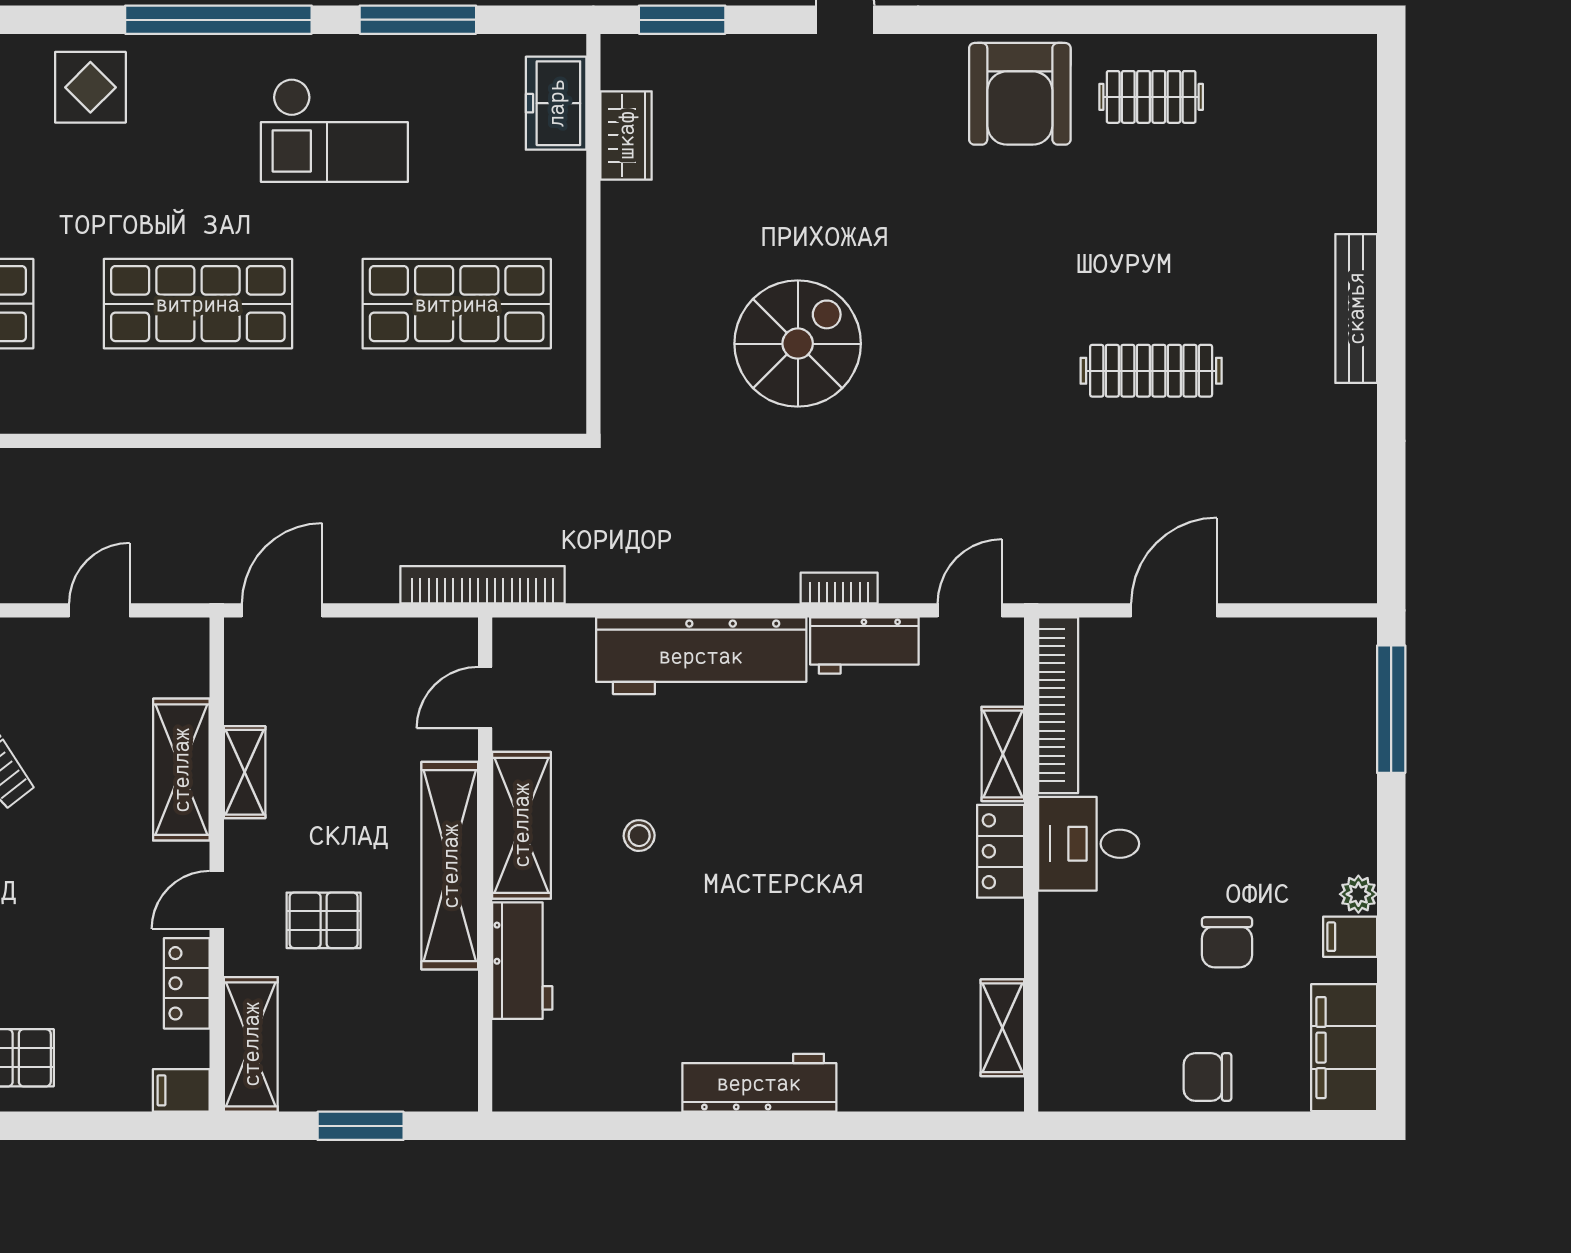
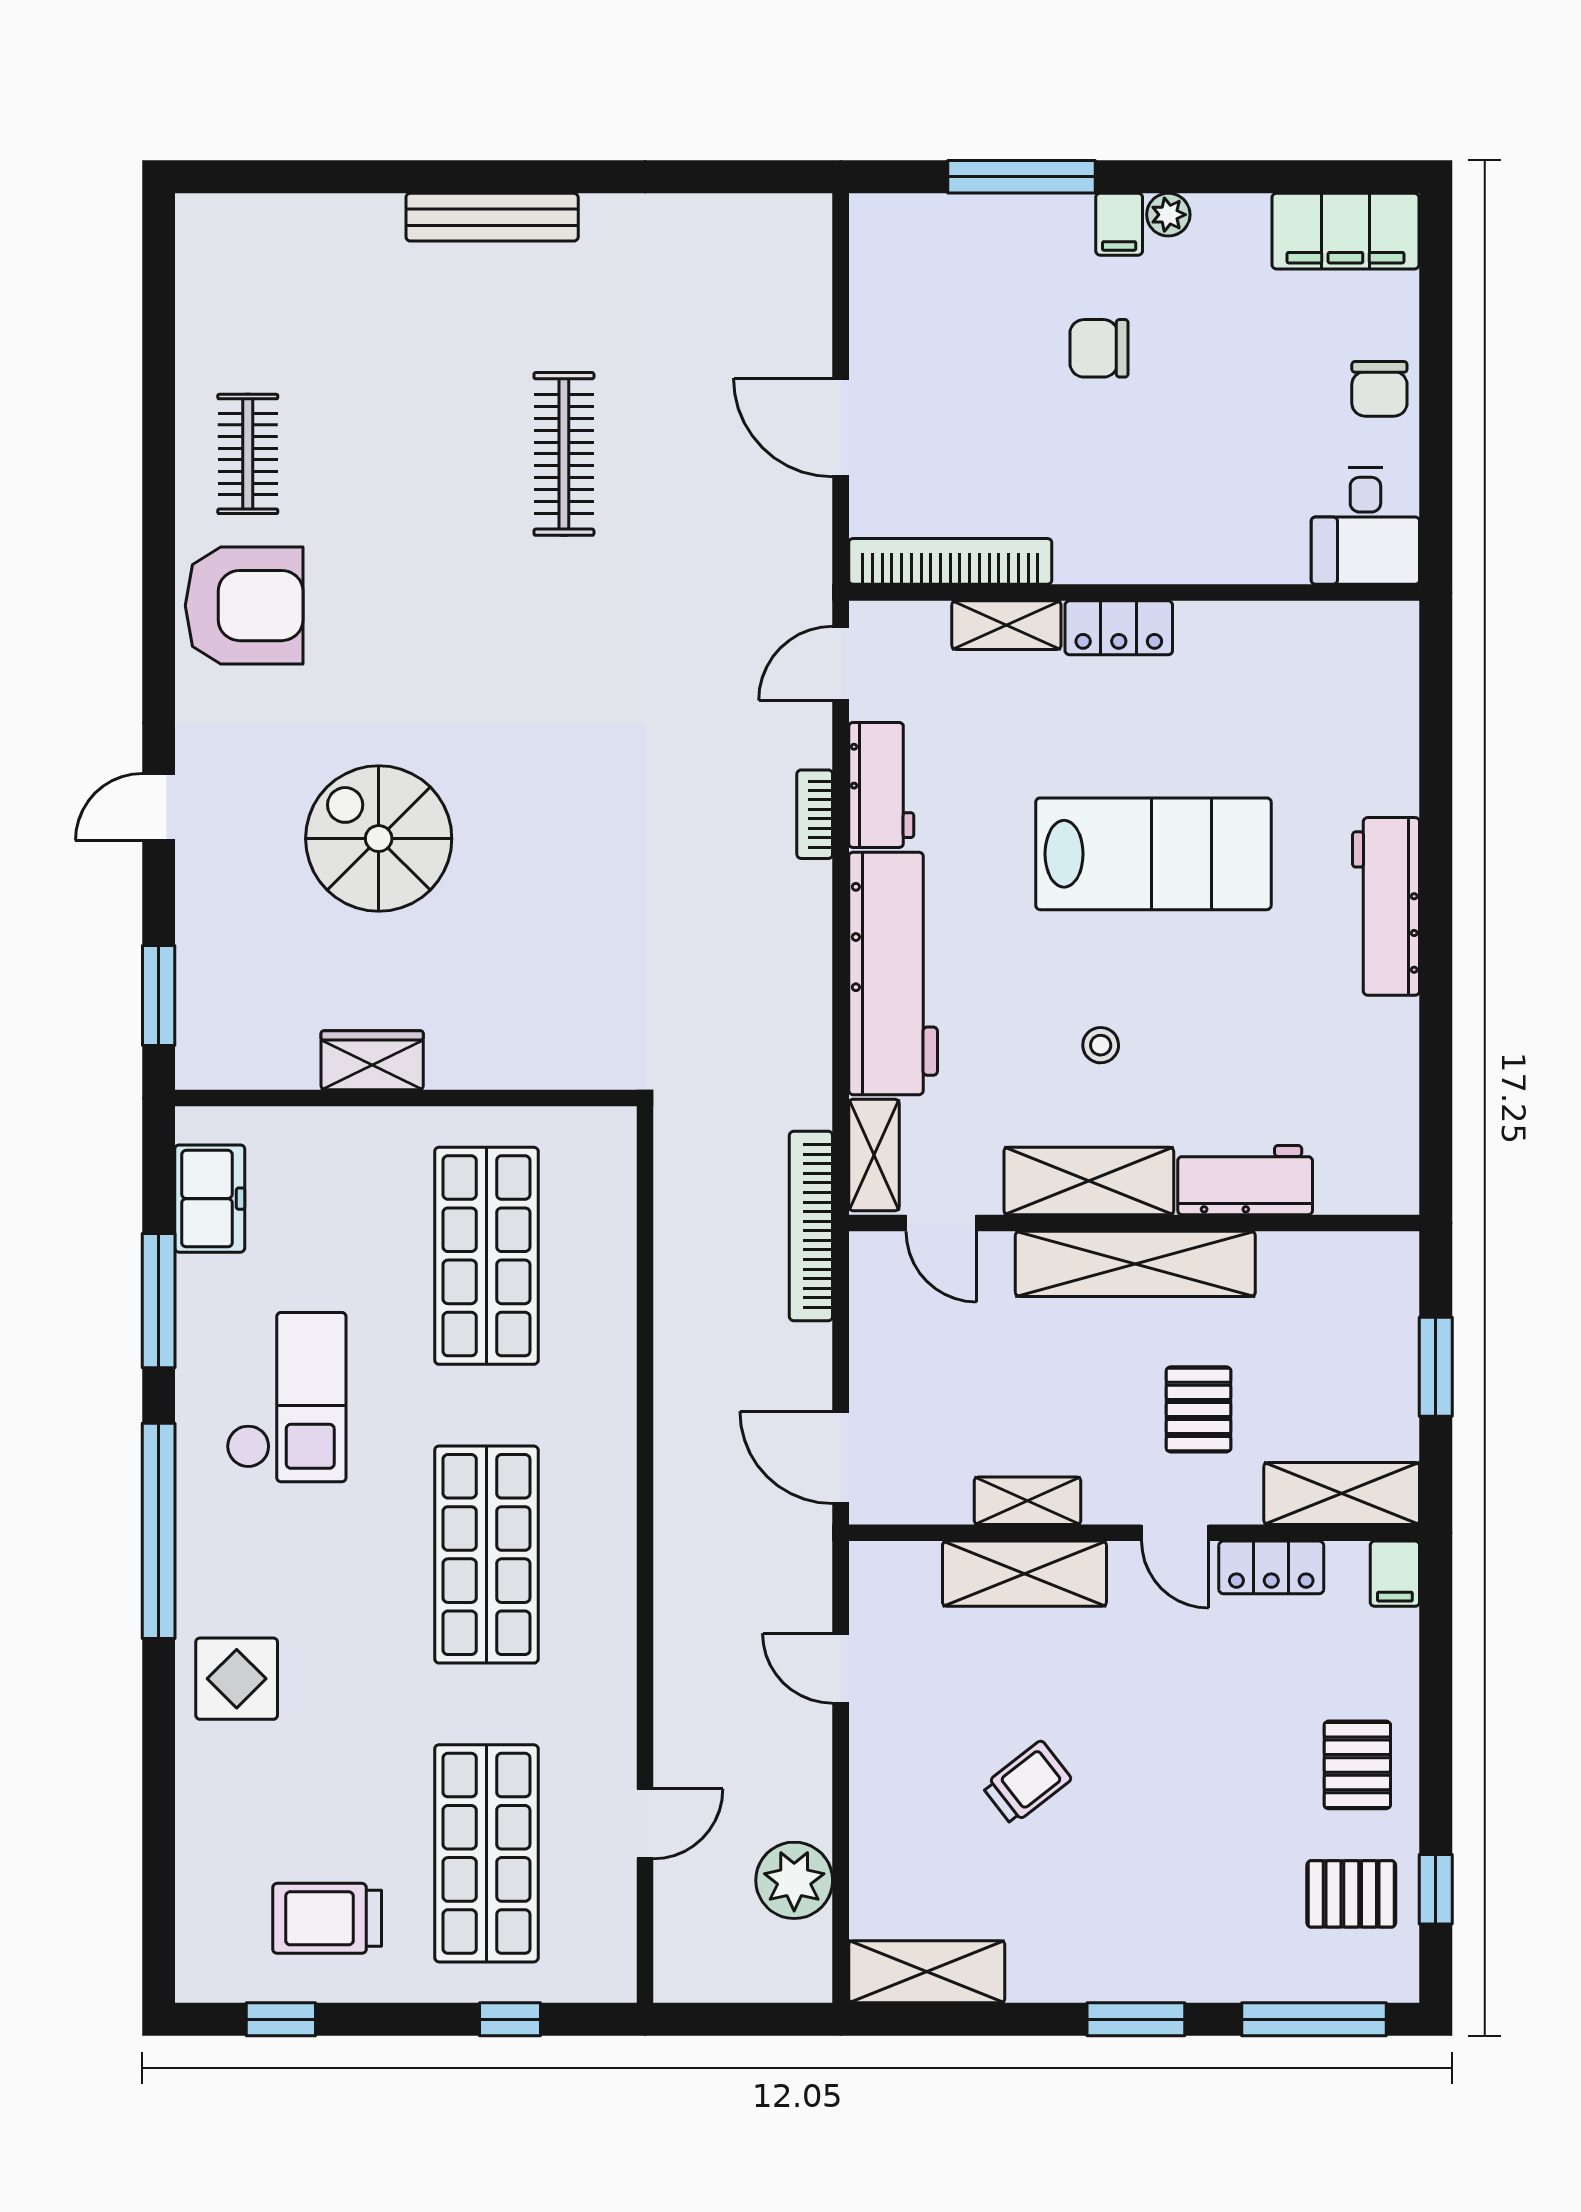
freezer: (556, 103) -> (210, 1199), moved, turned -90
wardrobe: (626, 135) -> (372, 1060), moved
spiral stairs: (798, 344) -> (379, 839), moved
door: (970, 610) -> (841, 663), hinge flipped
window: (1391, 709) -> (1022, 177), moved
desk: (1089, 844) -> (1365, 526), moved
lab bench: (805, 881) -> (1153, 854), added
filing cabinet: (1350, 937) -> (1119, 224), moved
chair: (1227, 942) -> (1099, 348), moved, turned 180
shelving: (1002, 1028) -> (874, 1155), moved, turned 90

